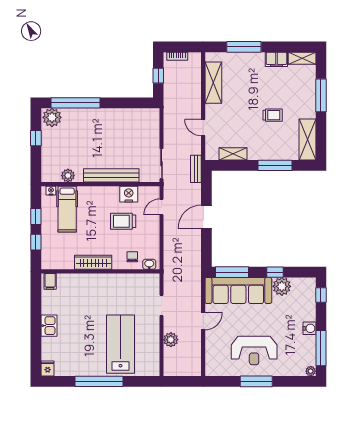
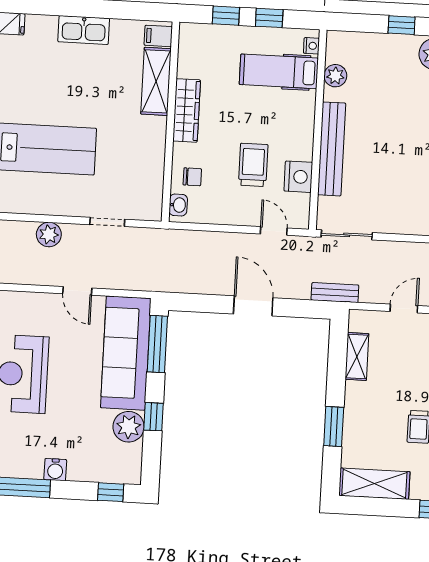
window: (275, 165) -> (334, 427), width x0.69
shelving: (77, 281) -> (156, 81), added
kitchen sink: (49, 326) -> (84, 30), width x1.38

